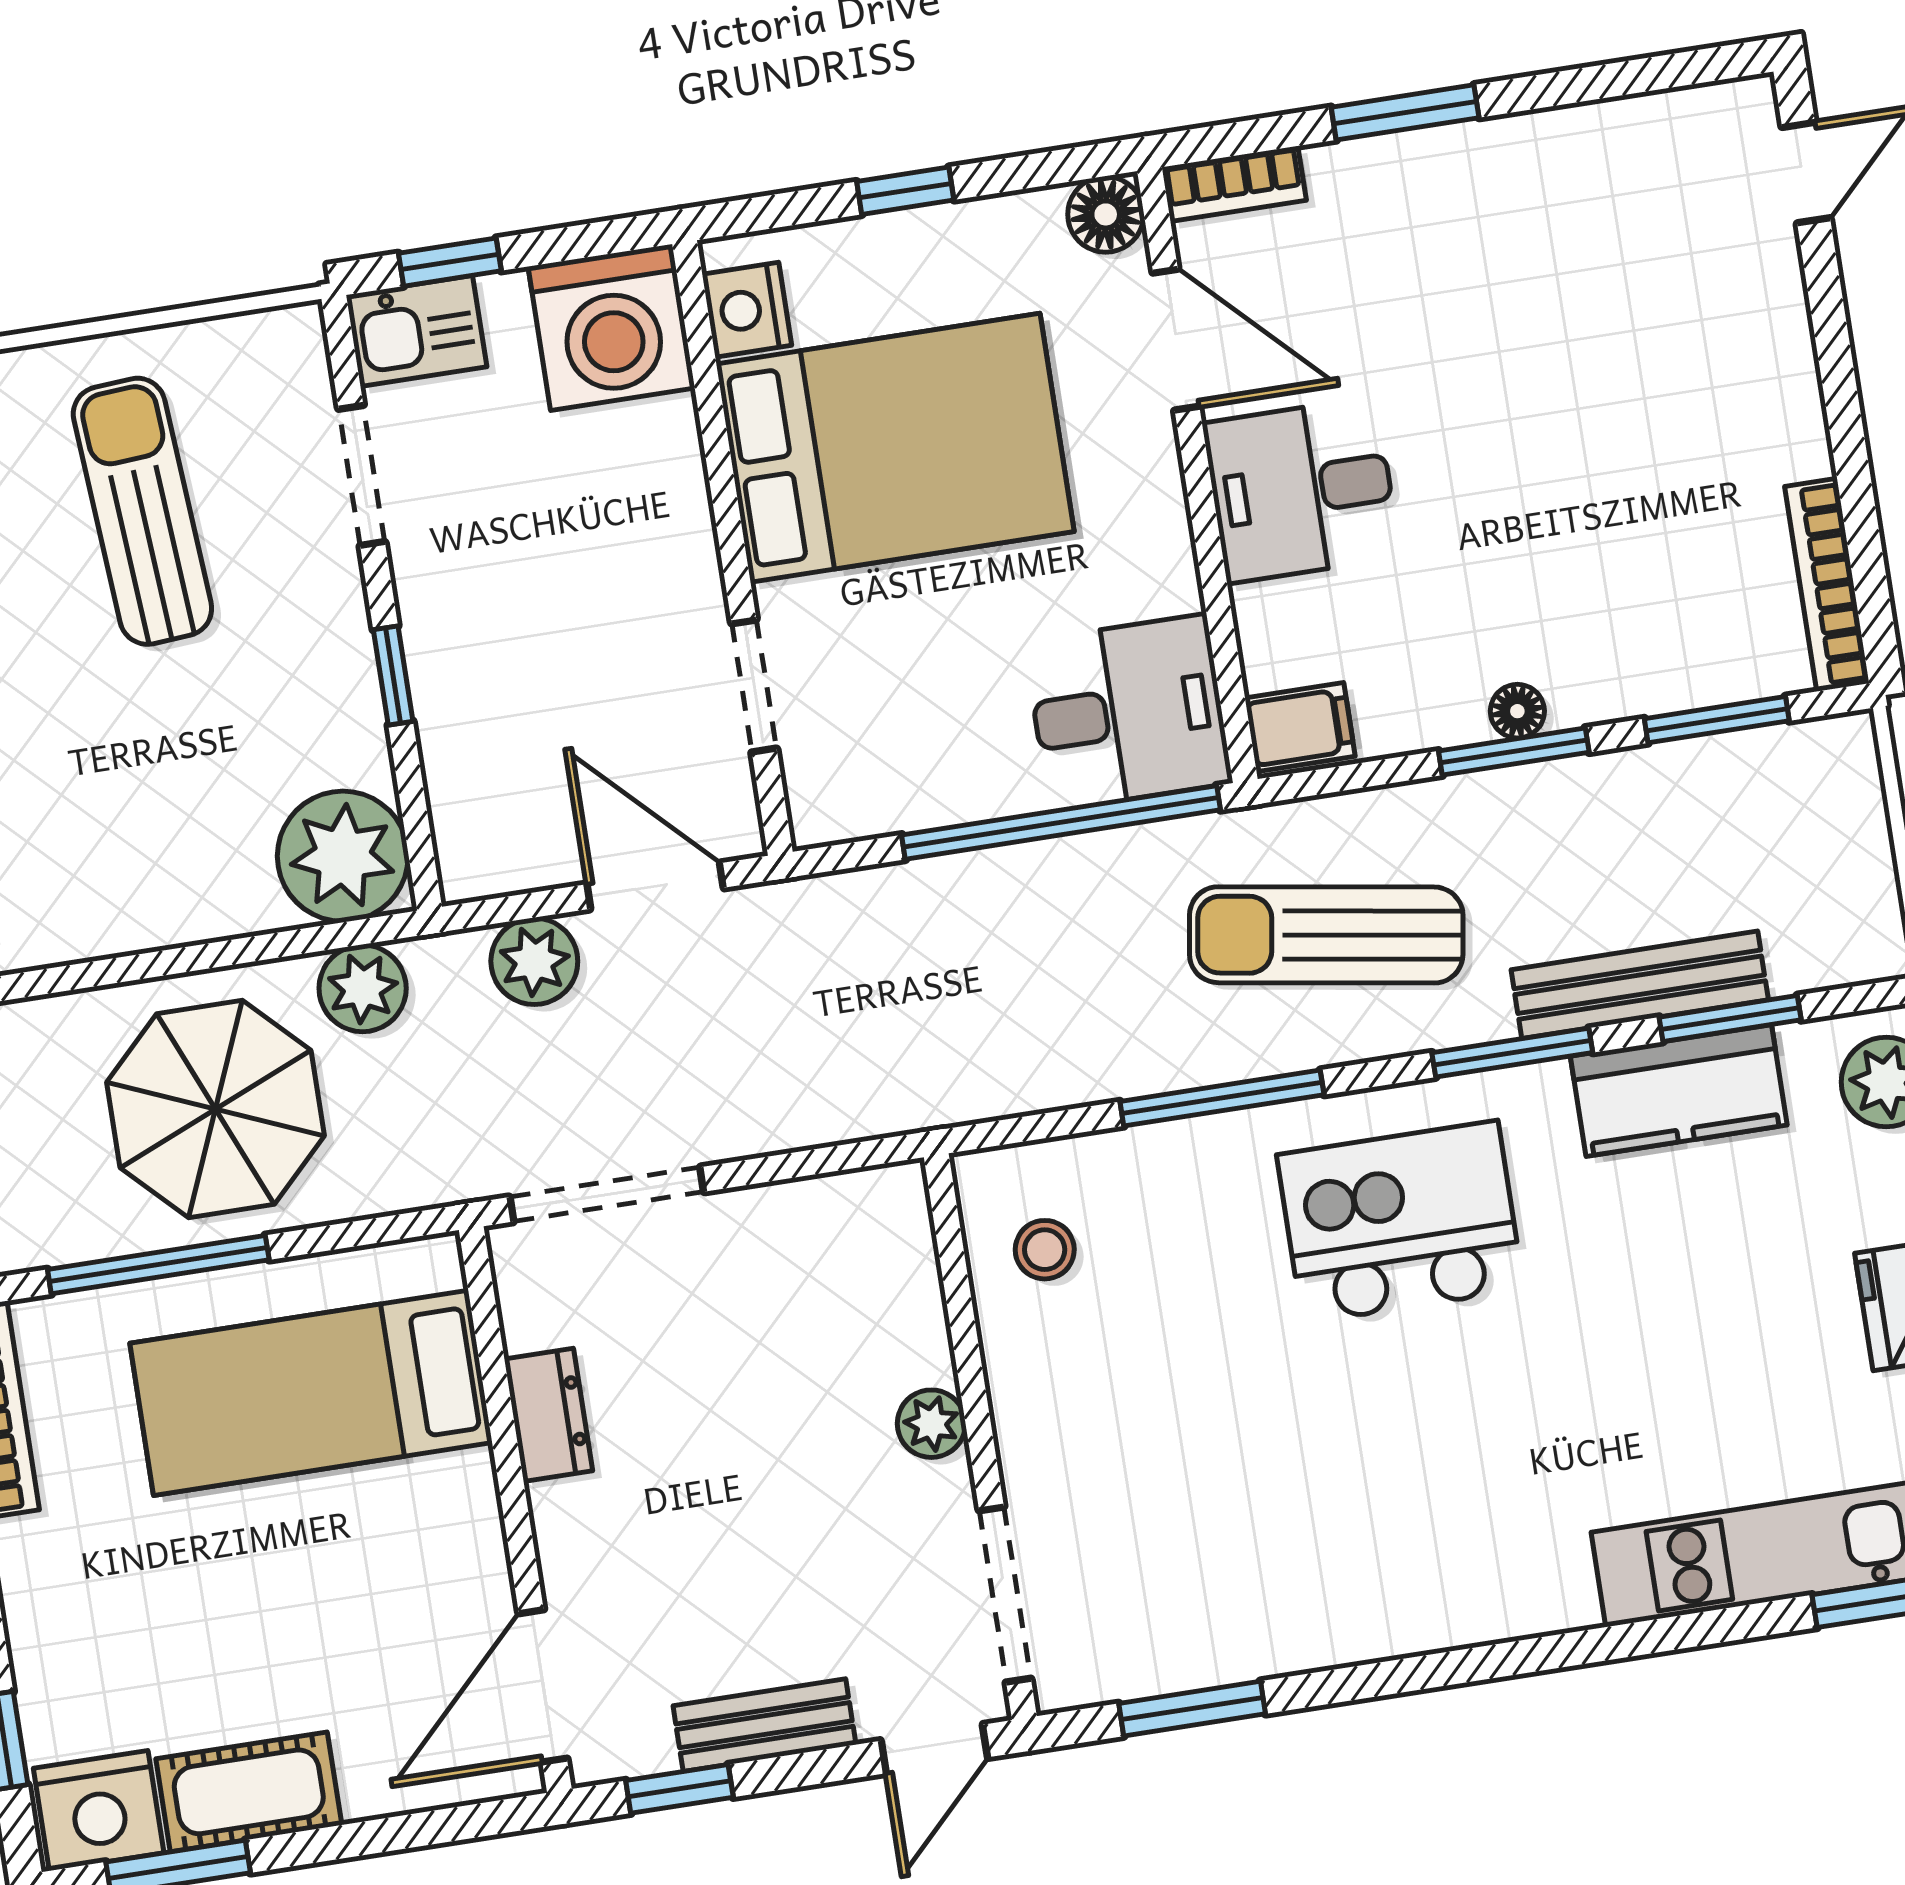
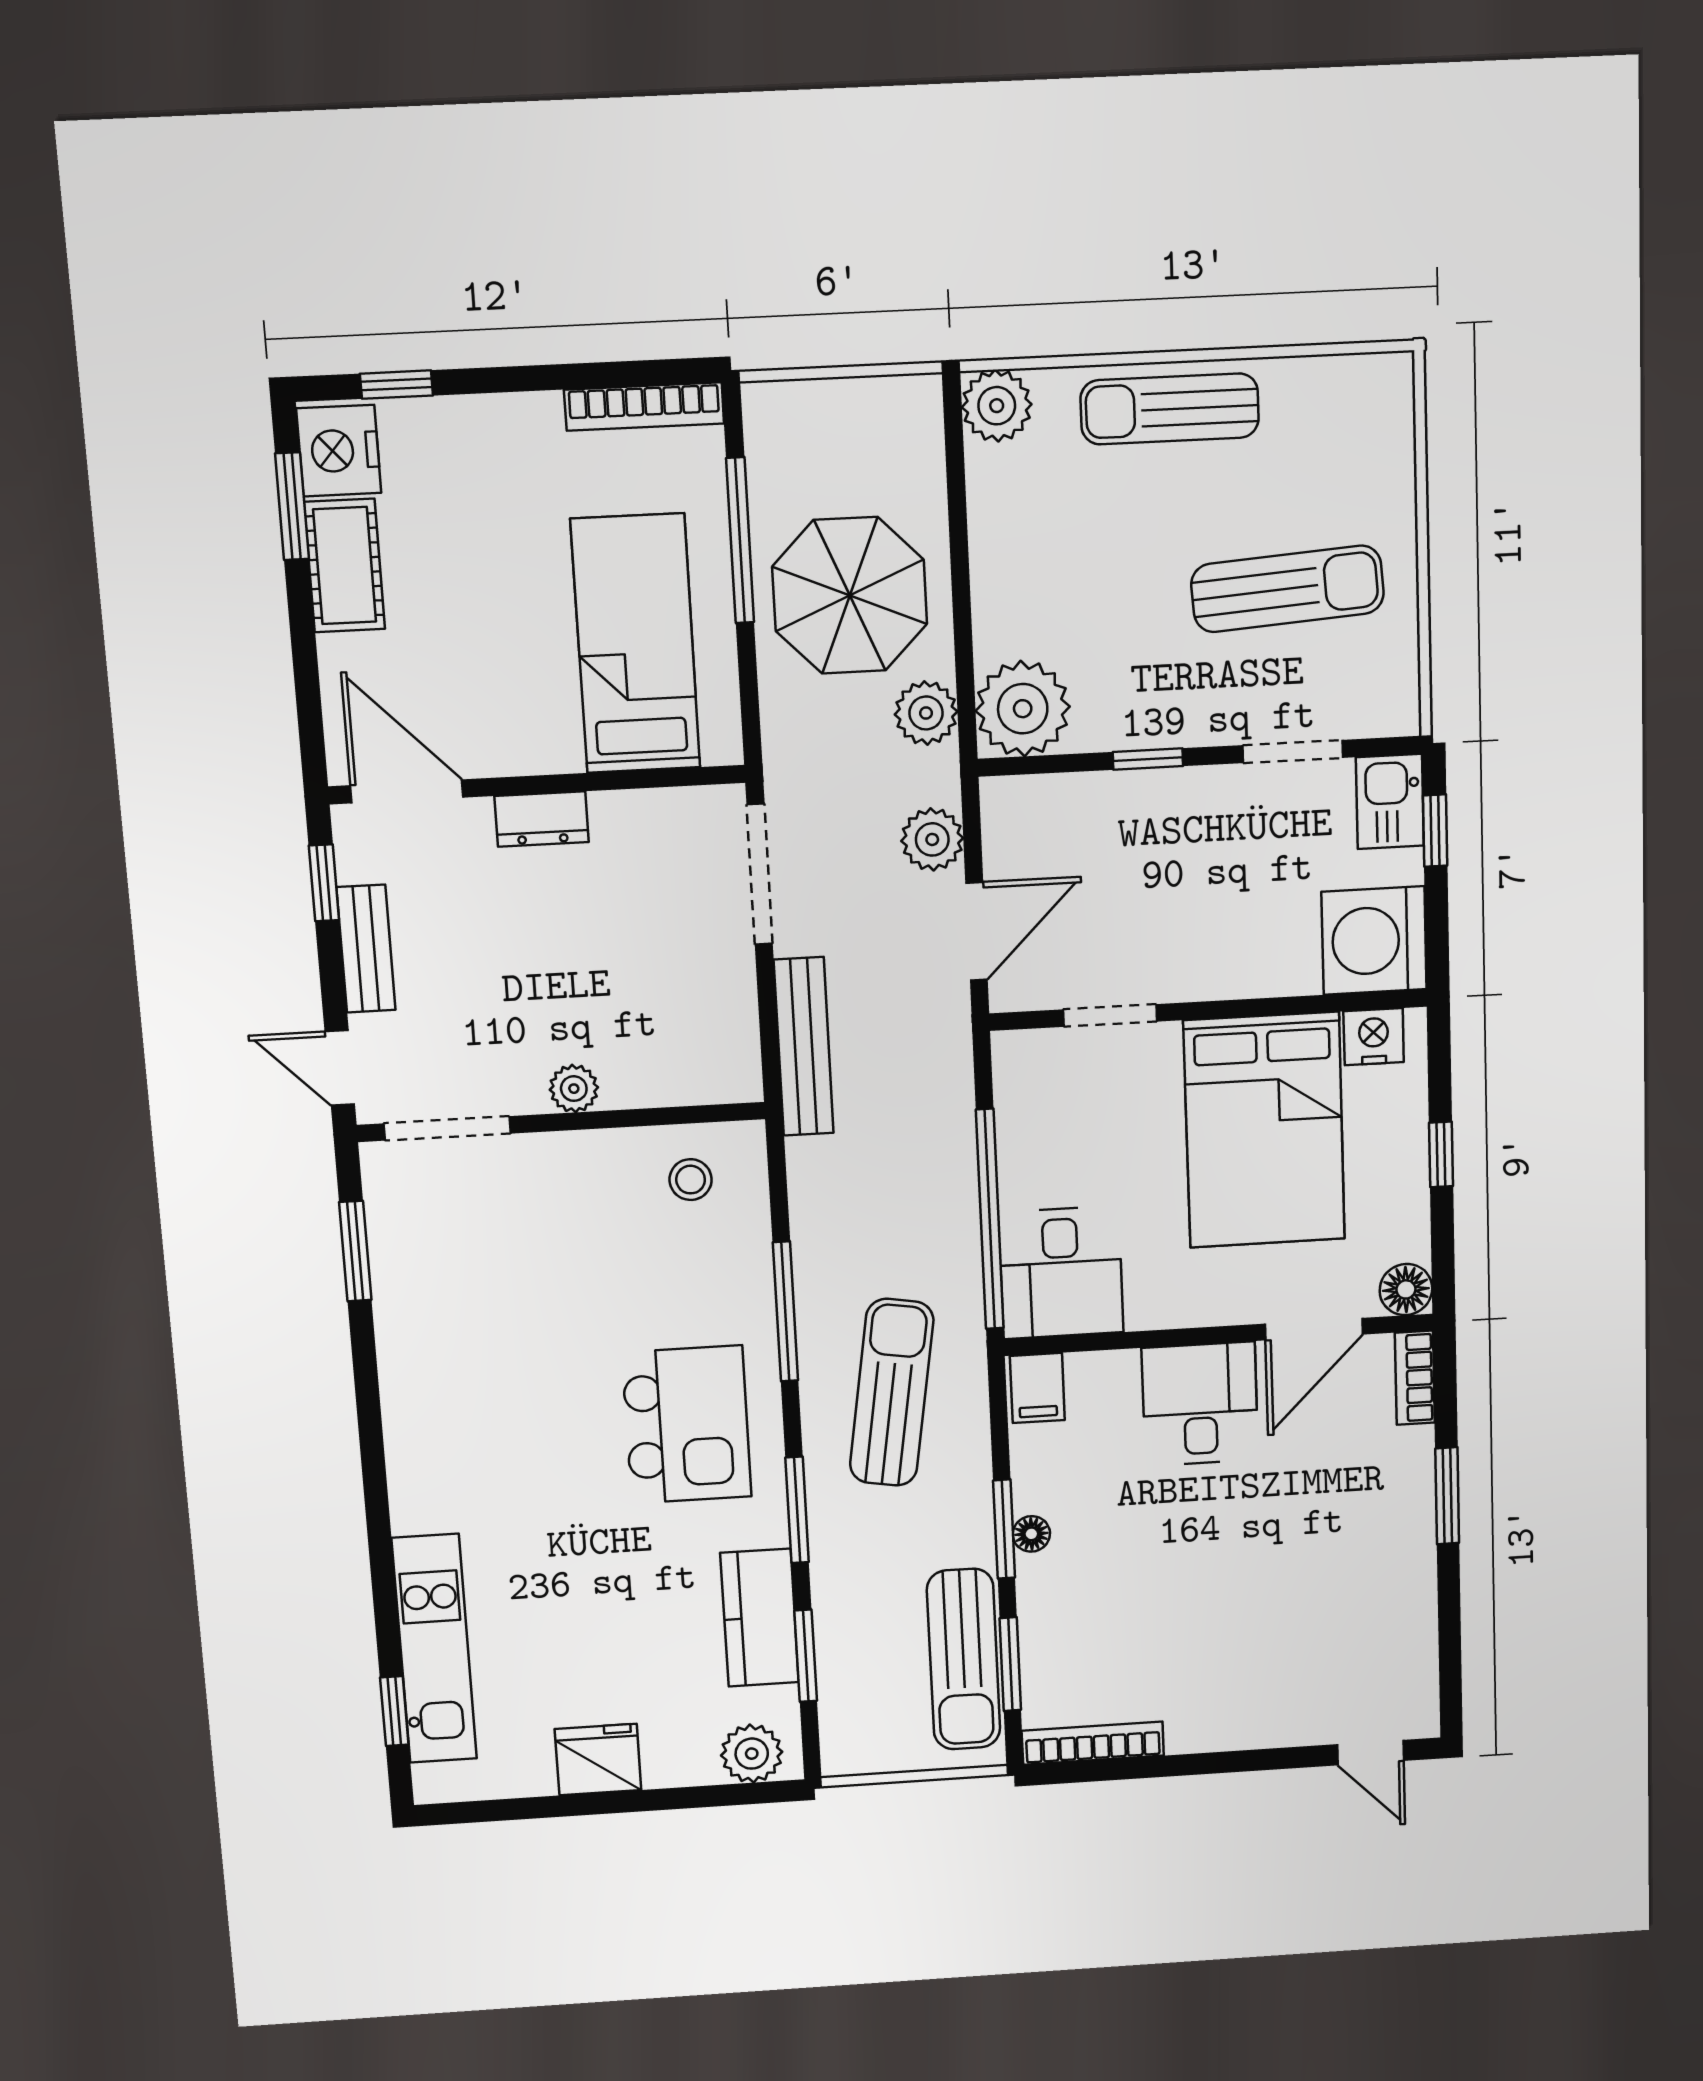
sun lounger: (1715, 789) -> (964, 1659), added
bench: (1640, 985) -> (804, 1047), moved
dresser: (548, 1415) -> (542, 819), moved

